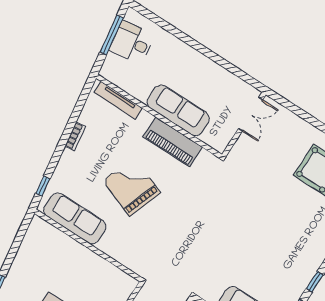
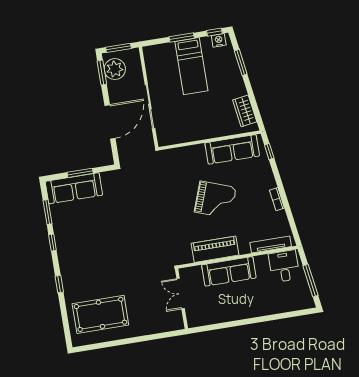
desk: (132, 43) -> (284, 266), moved, turned -82
double door: (250, 114) -> (181, 294), moved
wardrobe: (32, 243) -> (245, 111), added

